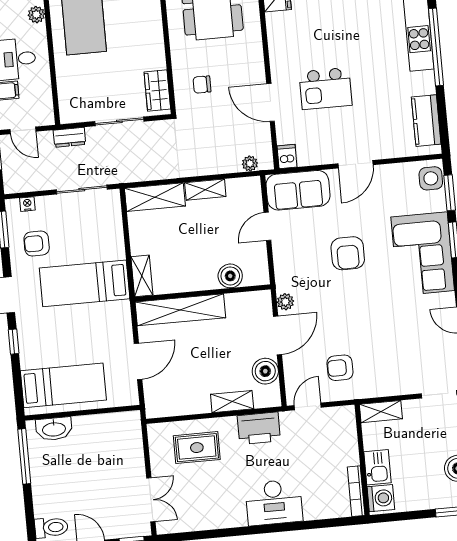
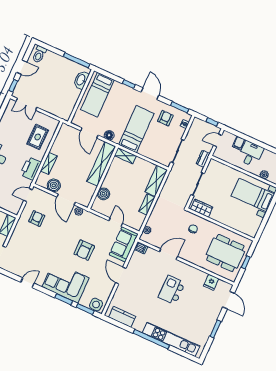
kitchen island: (326, 89) -> (172, 290), moved
armchair: (348, 253) -> (84, 250), turned -90
floor lamp: (122, 325) -> (109, 135), added
door: (308, 406) -> (28, 195), swing flipped

